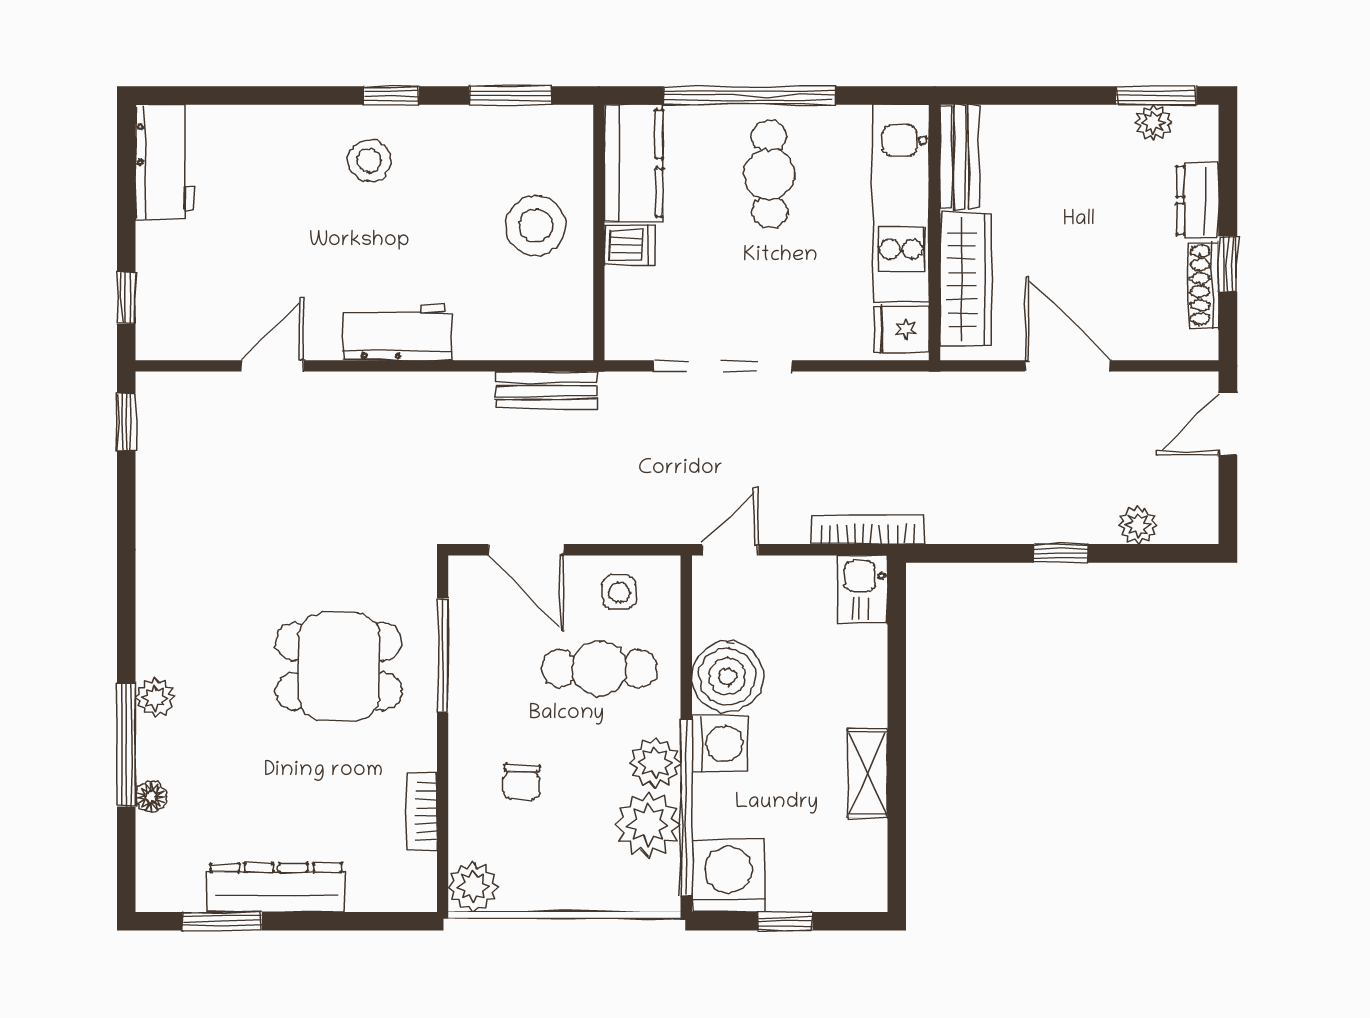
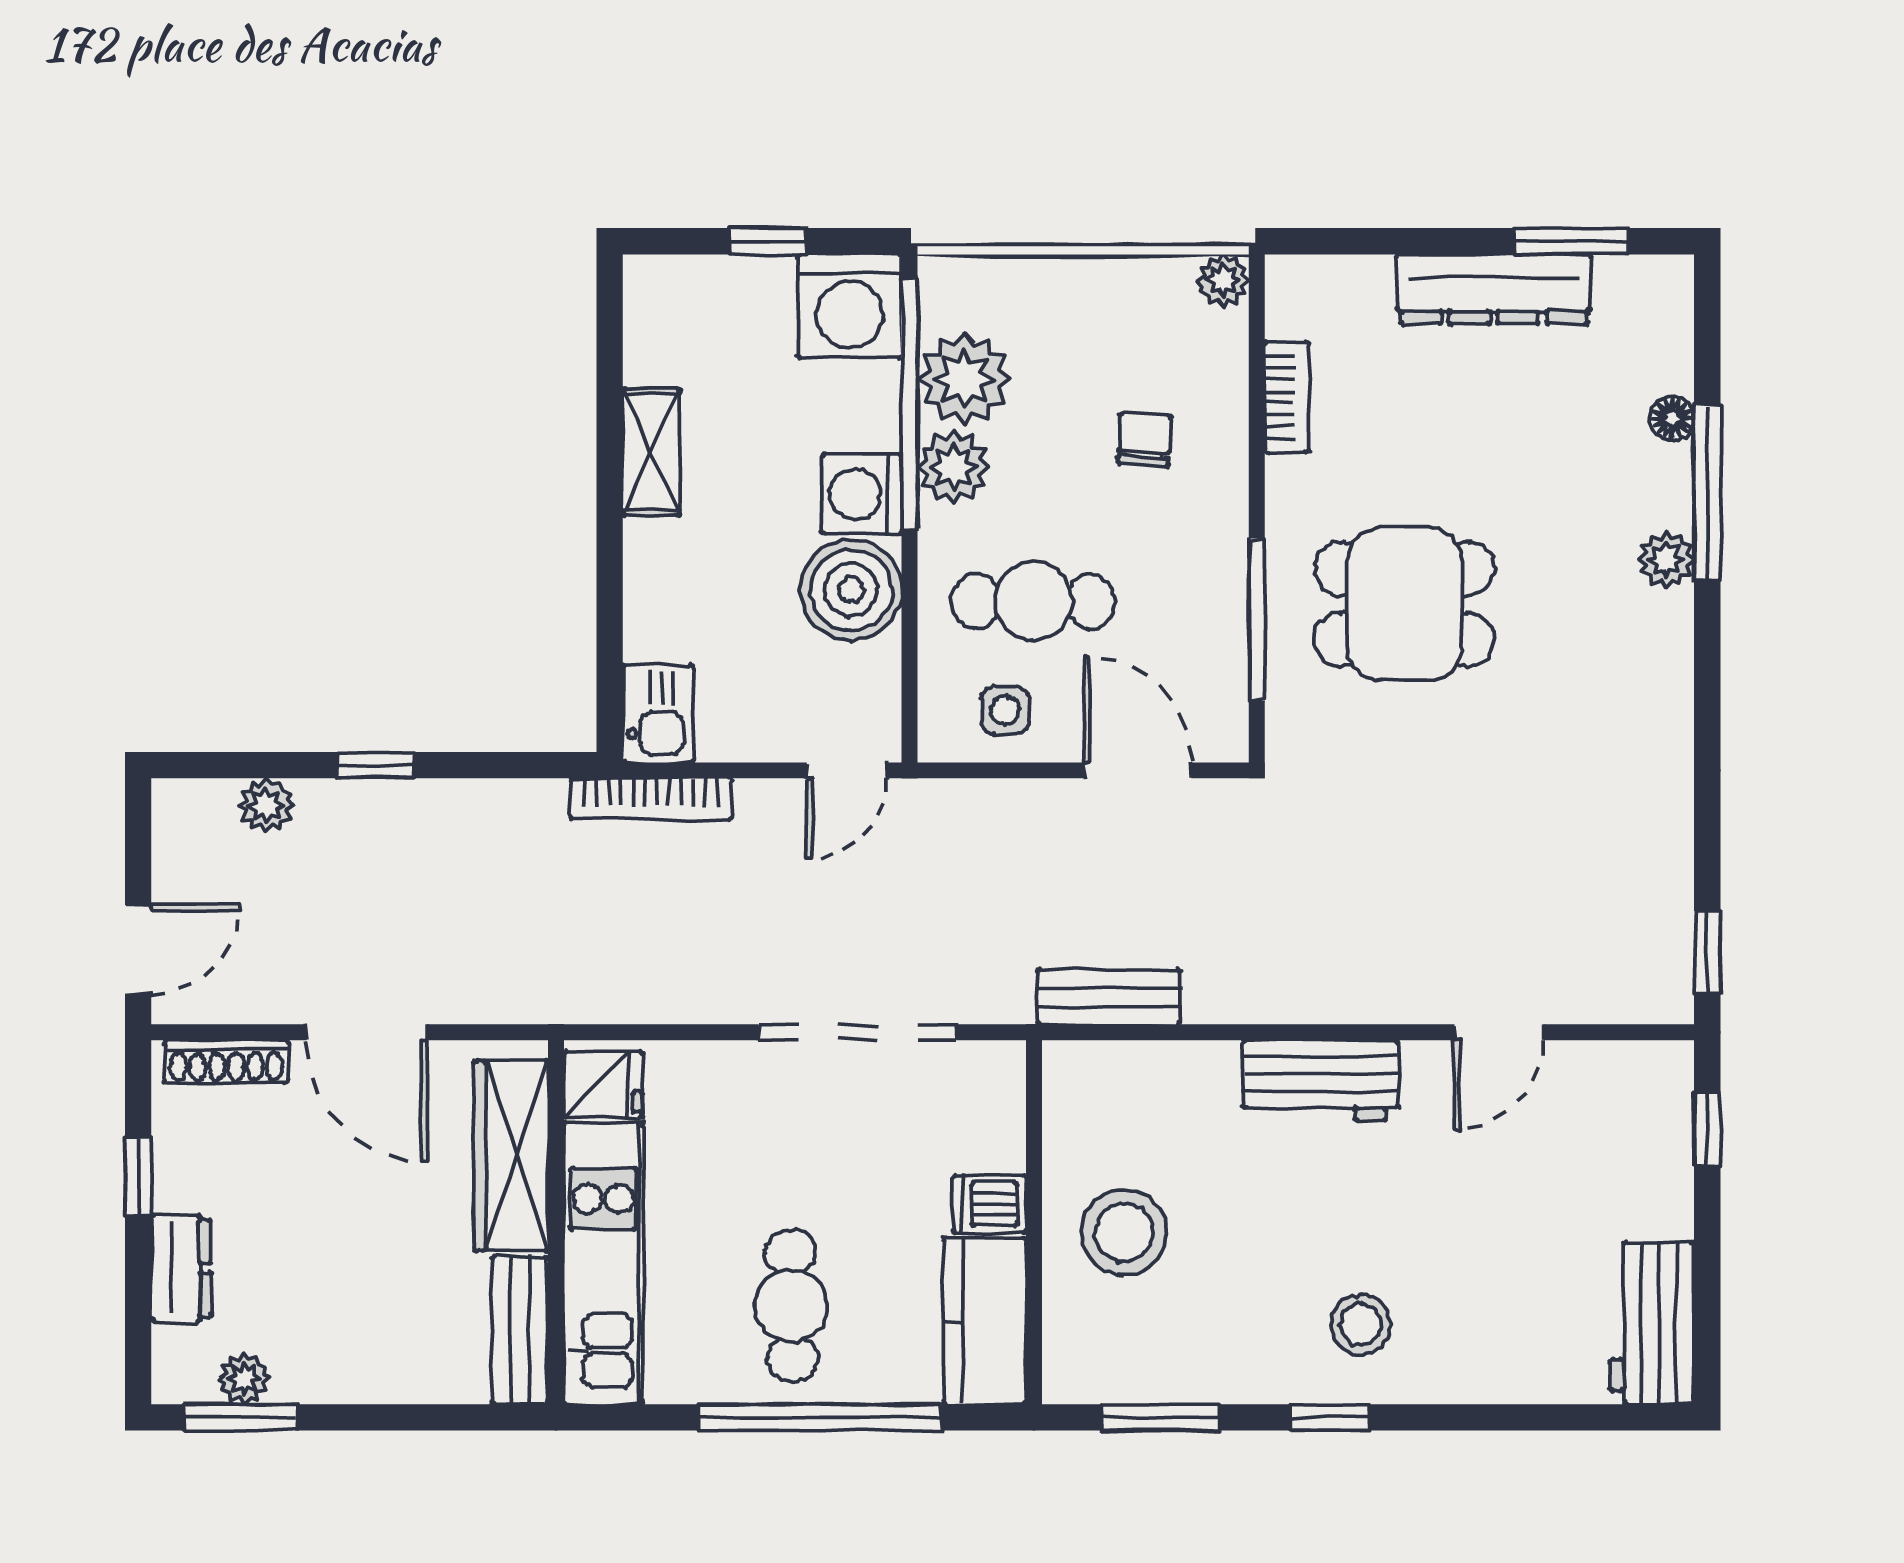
shoe rack: (1204, 285) -> (226, 1061), moved, turned 90
plant: (473, 887) -> (1223, 280), width x0.73, depth x0.73

